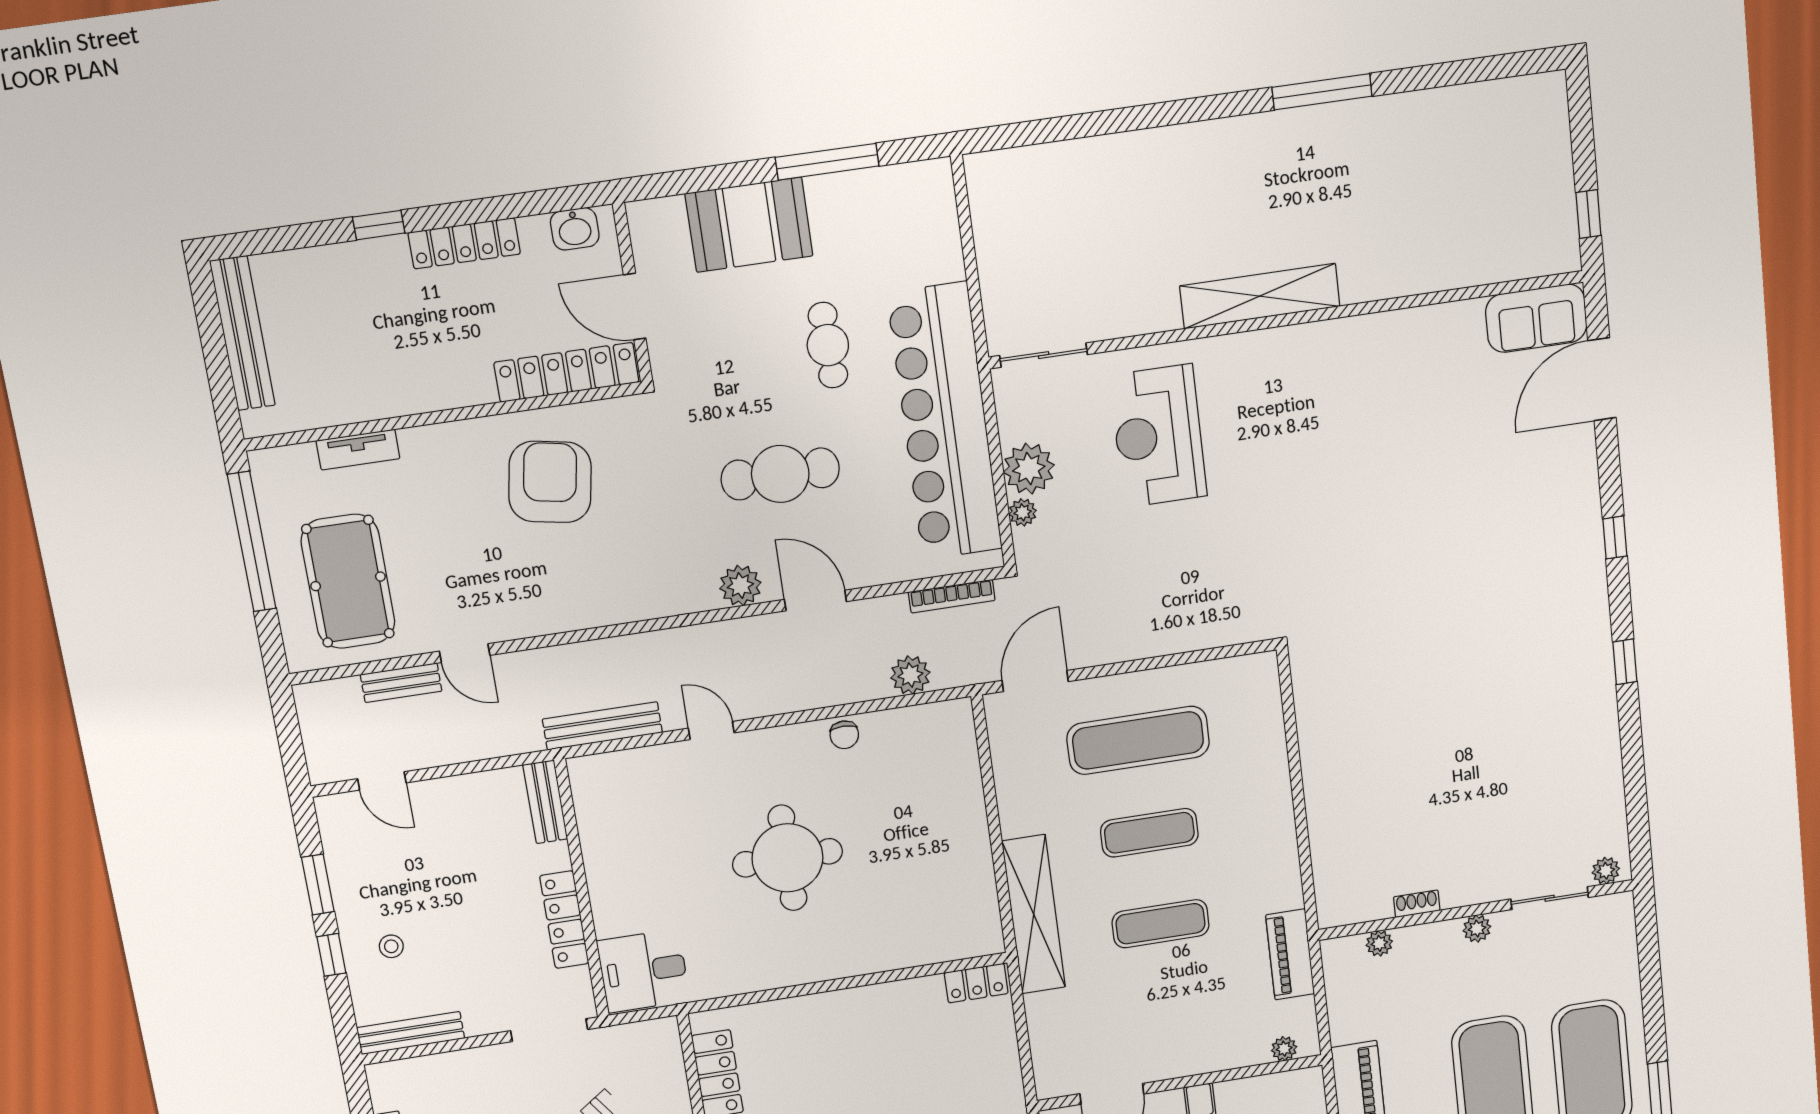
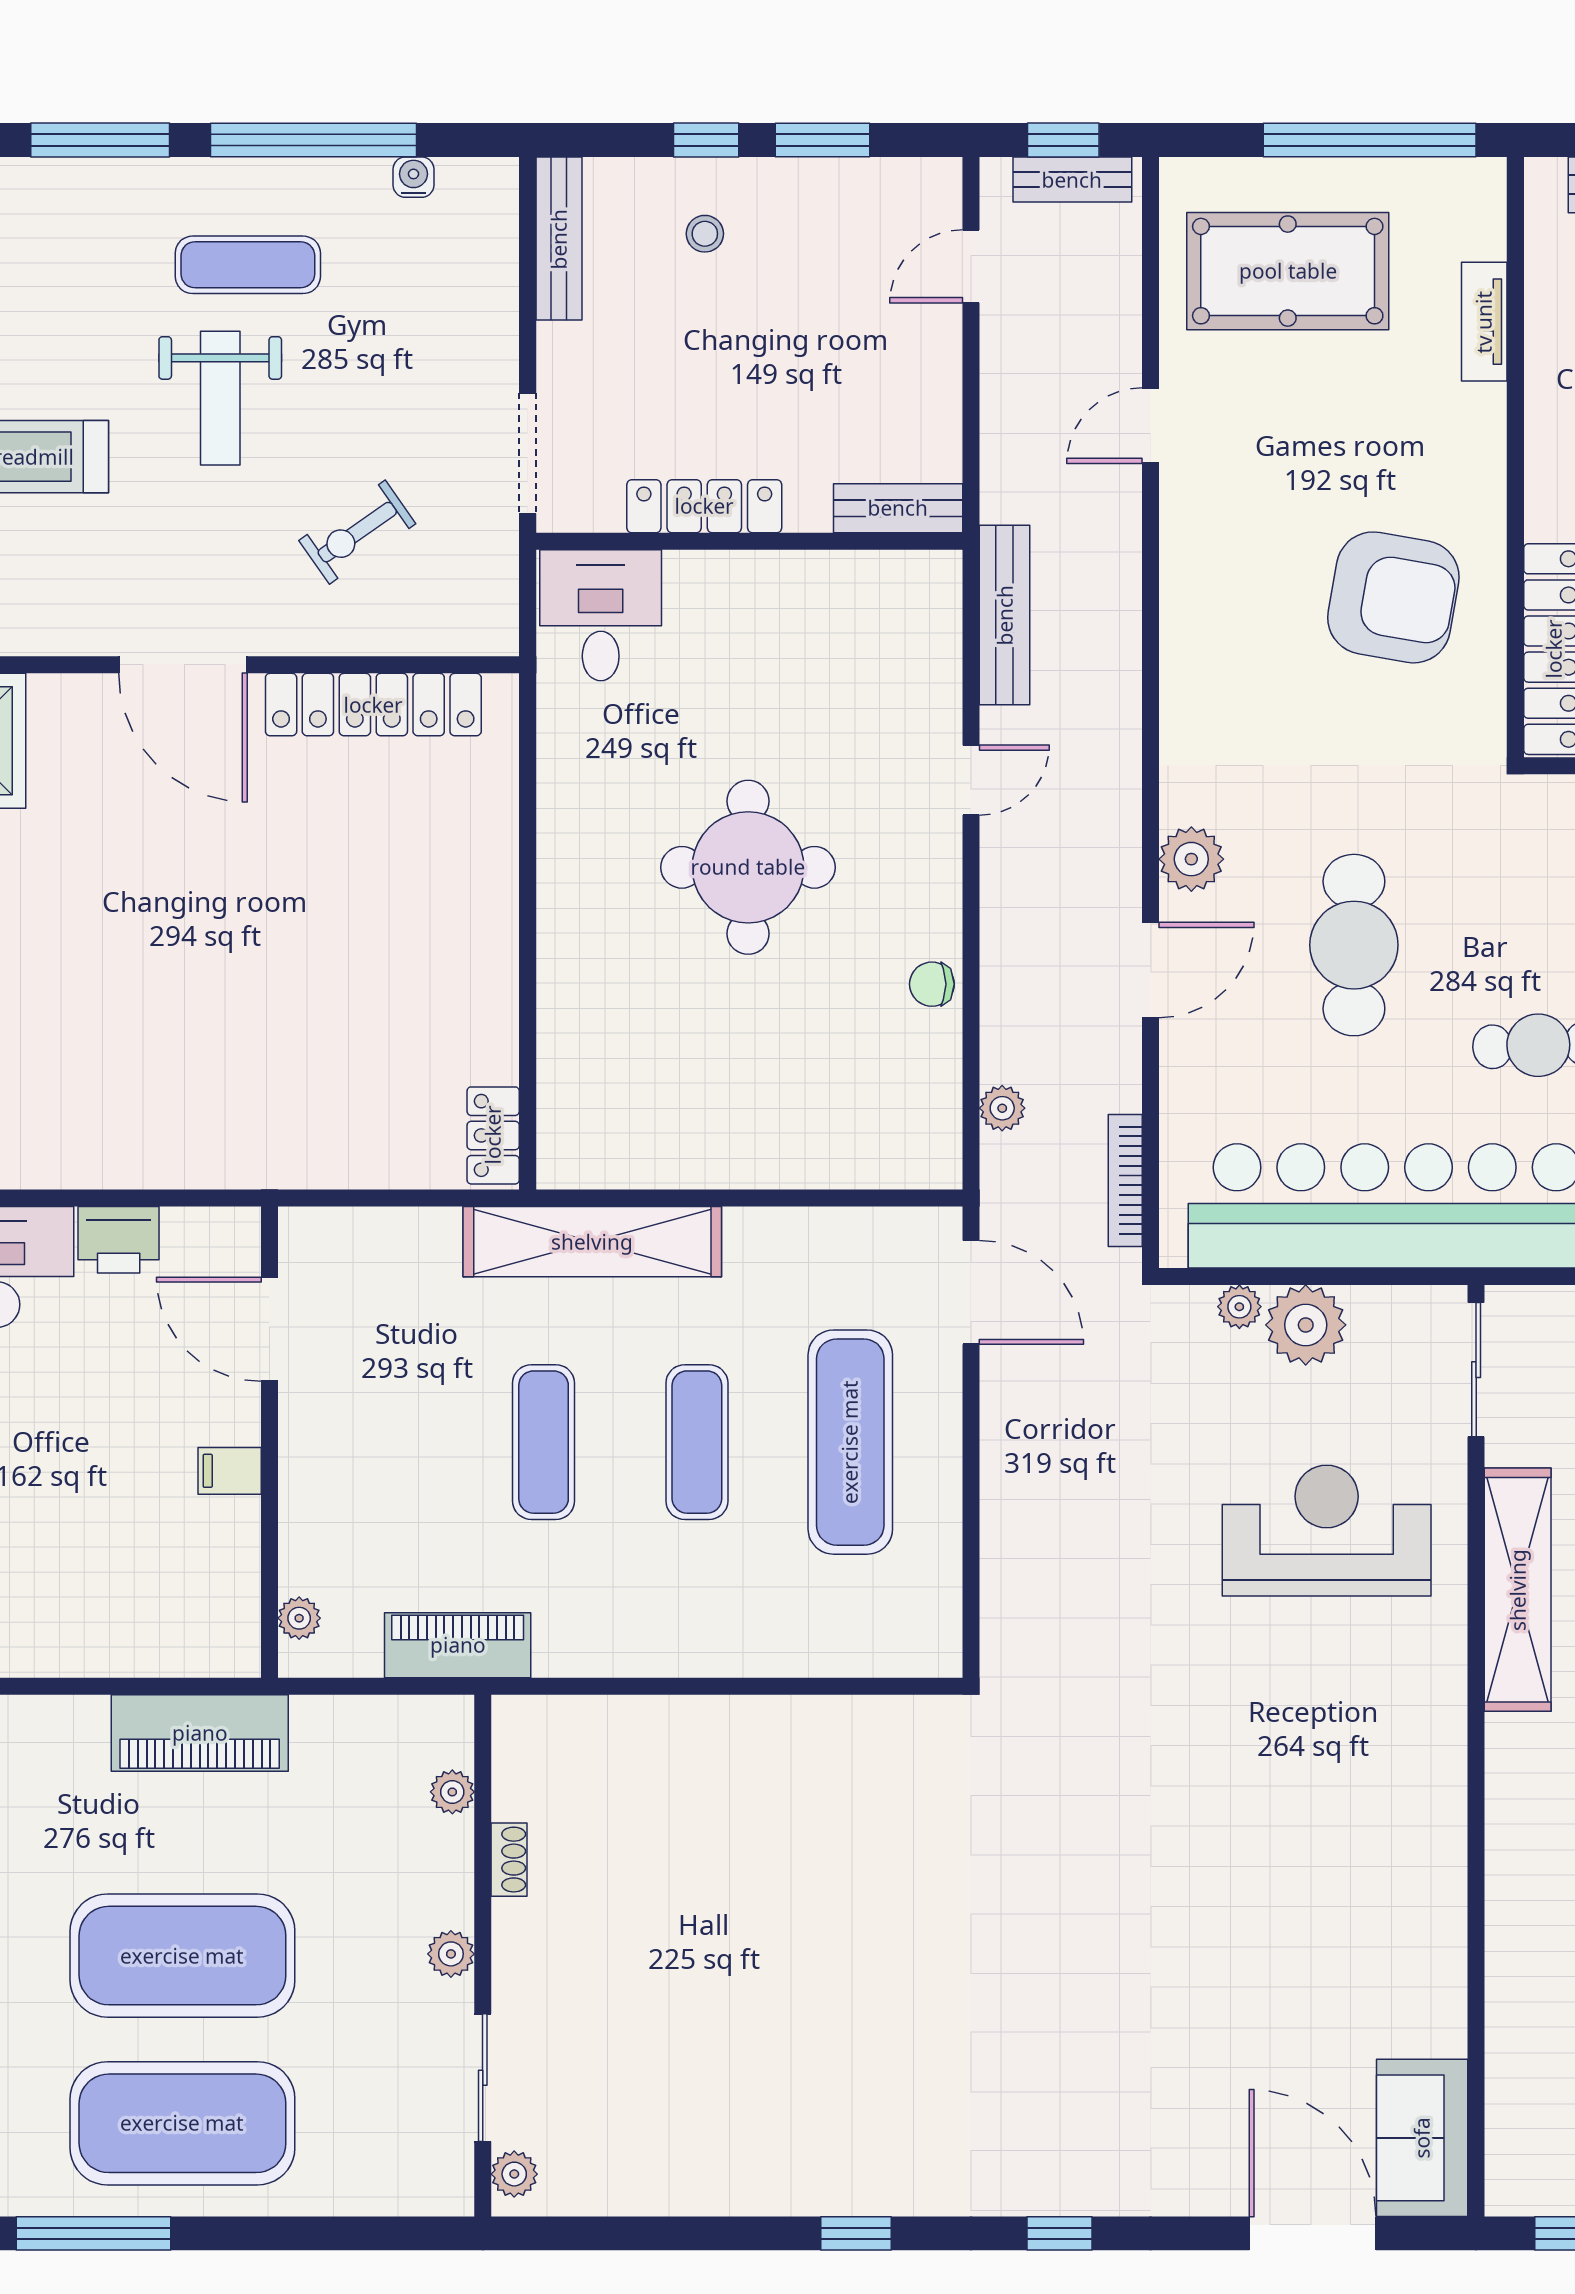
shelving: (1260, 296) -> (1518, 1590), moved
plant: (910, 675) -> (1002, 1108), width x0.73, depth x0.73
bench: (401, 683) -> (1072, 180), moved, turned 90
window: (289, 736) -> (1063, 140), added

